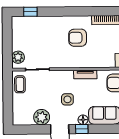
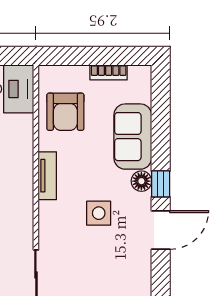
plant: (42, 117) -> (135, 267), removed

